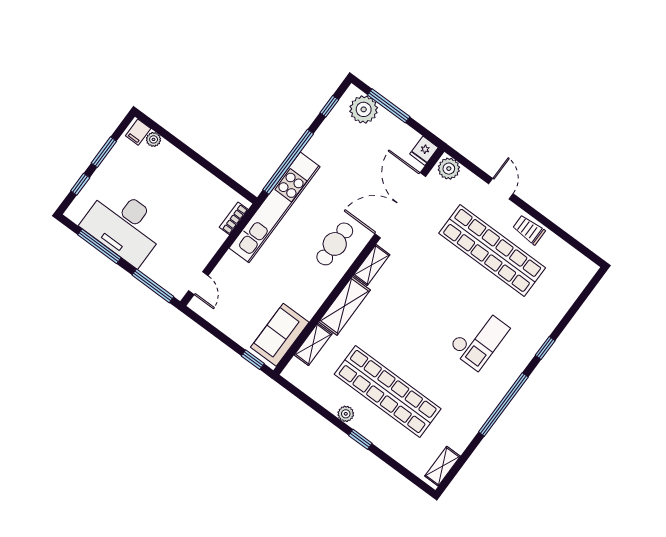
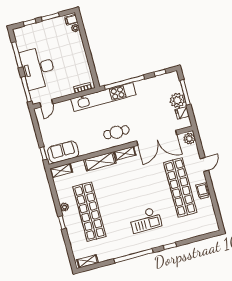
plant: (364, 109) -> (177, 100), moved
fridge: (424, 151) -> (182, 113), moved
double door: (400, 205) -> (157, 138), swing flipped
desk: (124, 225) -> (38, 68), moved
shelving: (313, 344) -> (61, 171), moved

